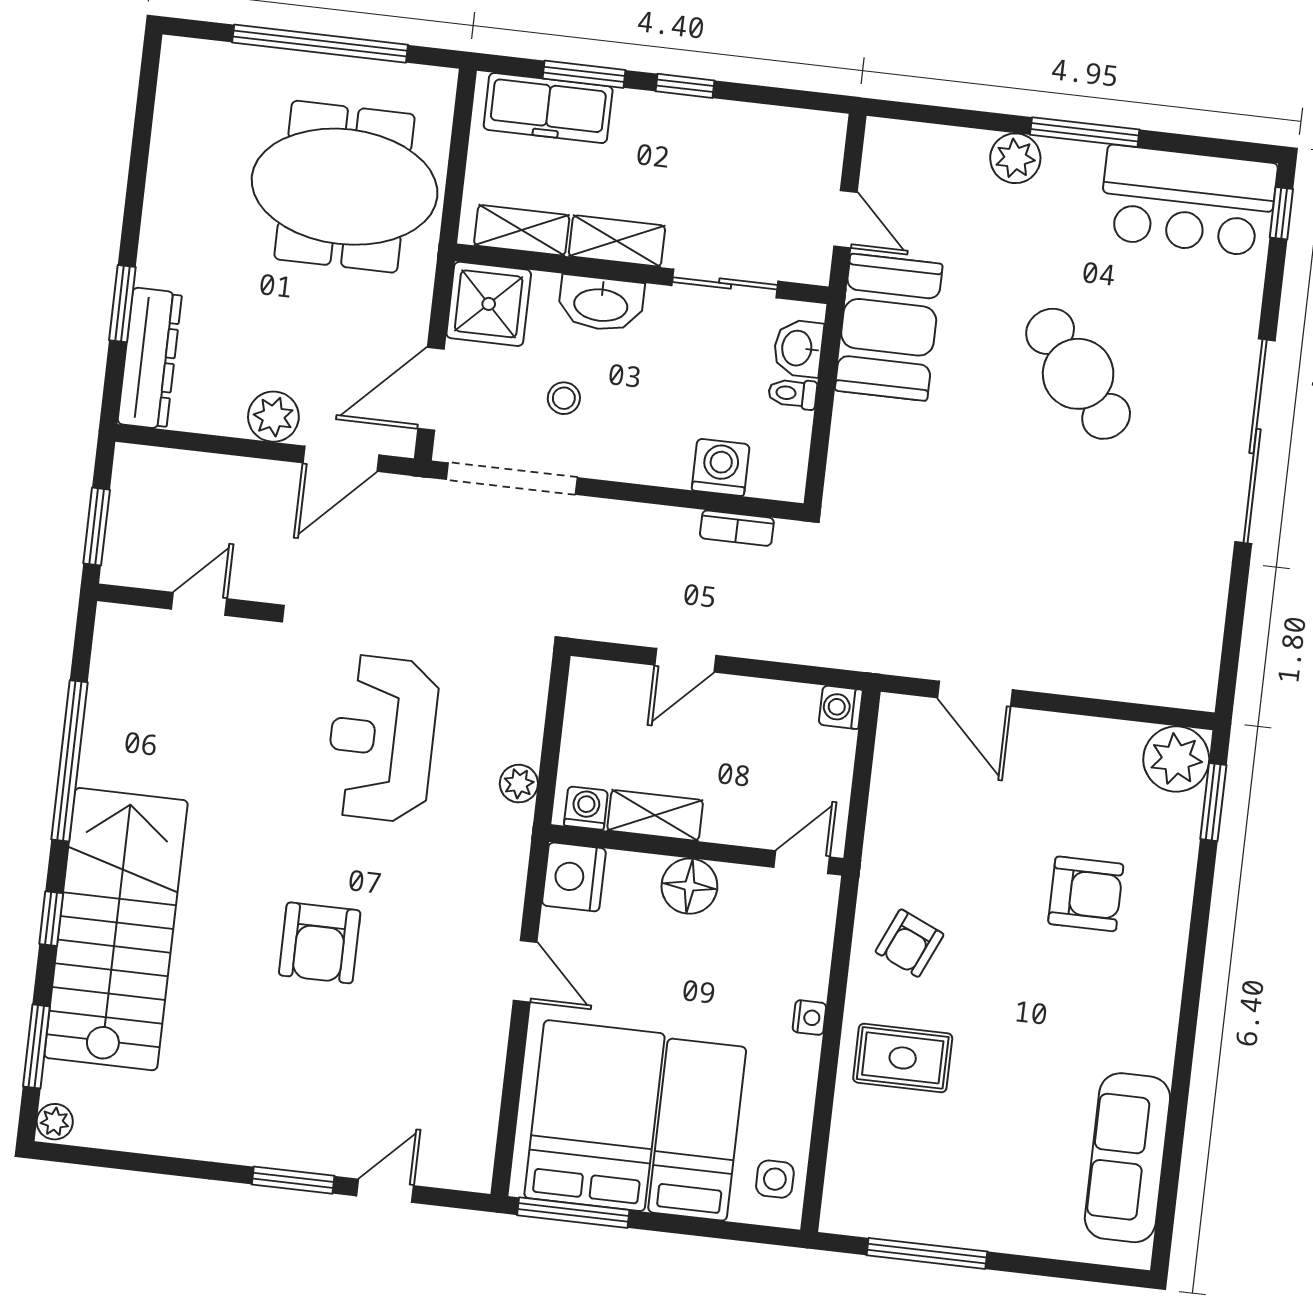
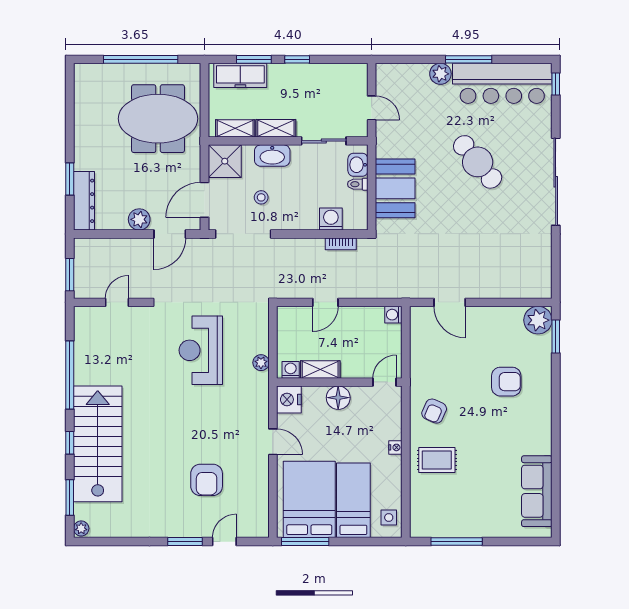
bar counter: (1188, 201) -> (502, 83), width x1.36
booth: (889, 327) -> (395, 188), moved
armchair: (320, 943) -> (207, 480), moved

